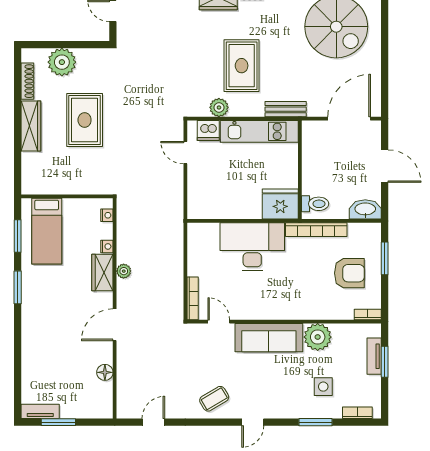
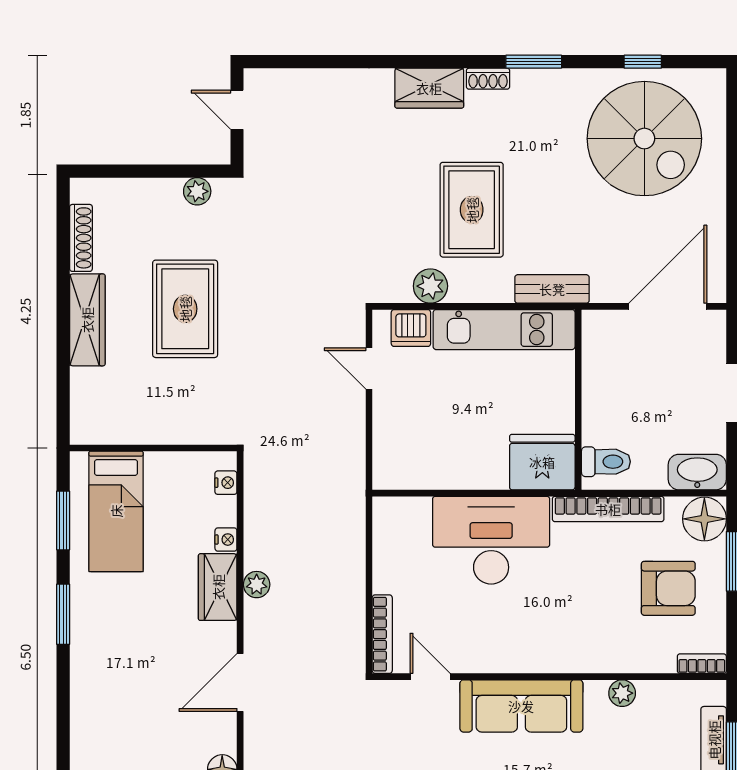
plant: (62, 62) -> (197, 191), moved, width x0.53, depth x0.53
floor lamp: (369, 235) -> (704, 519), added
plant: (318, 337) -> (622, 693), width x0.53, depth x0.53

